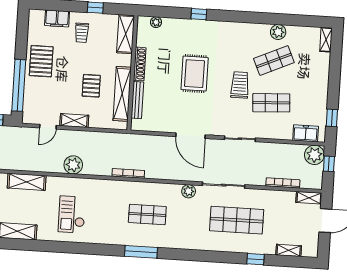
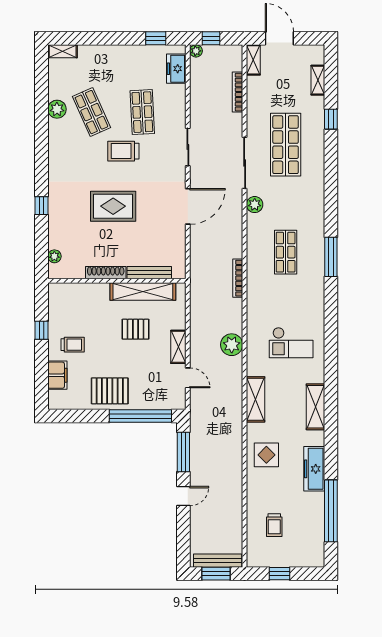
shelving: (126, 34) -> (71, 292), removed
plant: (314, 155) -> (196, 51), width x0.53, depth x0.53

